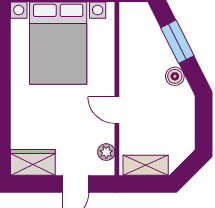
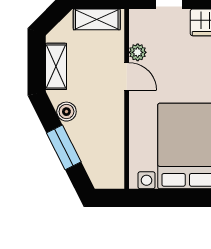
shelving: (185, 120) -> (56, 66), added
plant: (106, 152) -> (138, 52), moved

